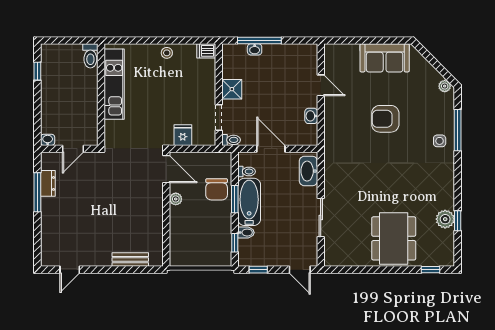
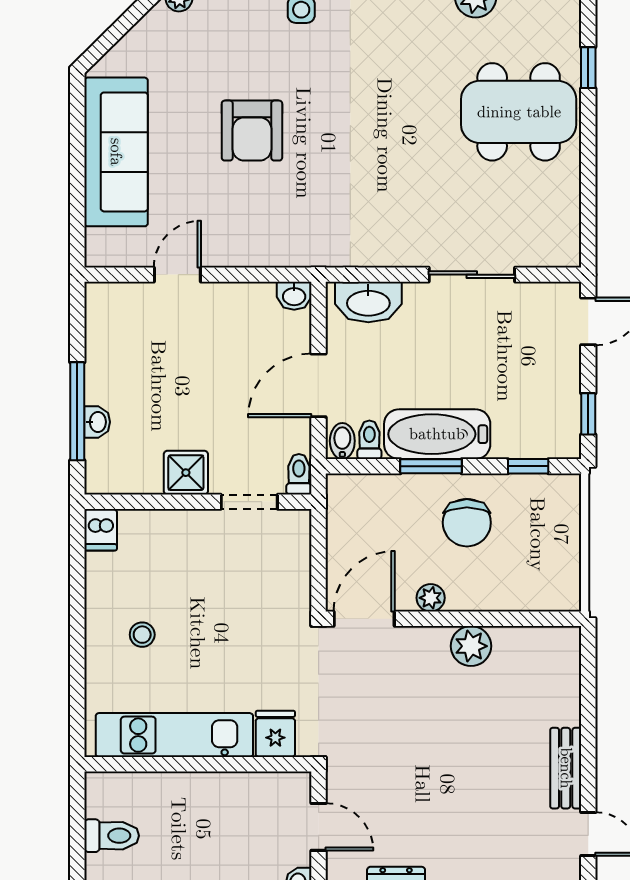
stool: (167, 53) -> (142, 635), moved
toilet: (90, 56) -> (112, 836), moved
sofa: (385, 58) -> (116, 152), width x1.36
washbasin: (311, 116) -> (294, 296), moved
fridge: (183, 135) -> (275, 734), moved, turned 90
chair: (217, 189) -> (467, 523), moved, turned 90
plant: (154, 217) -> (471, 646), added
bidet: (246, 233) -> (342, 441), moved
bench: (130, 260) -> (566, 768), moved
window: (430, 270) -> (588, 68), moved

